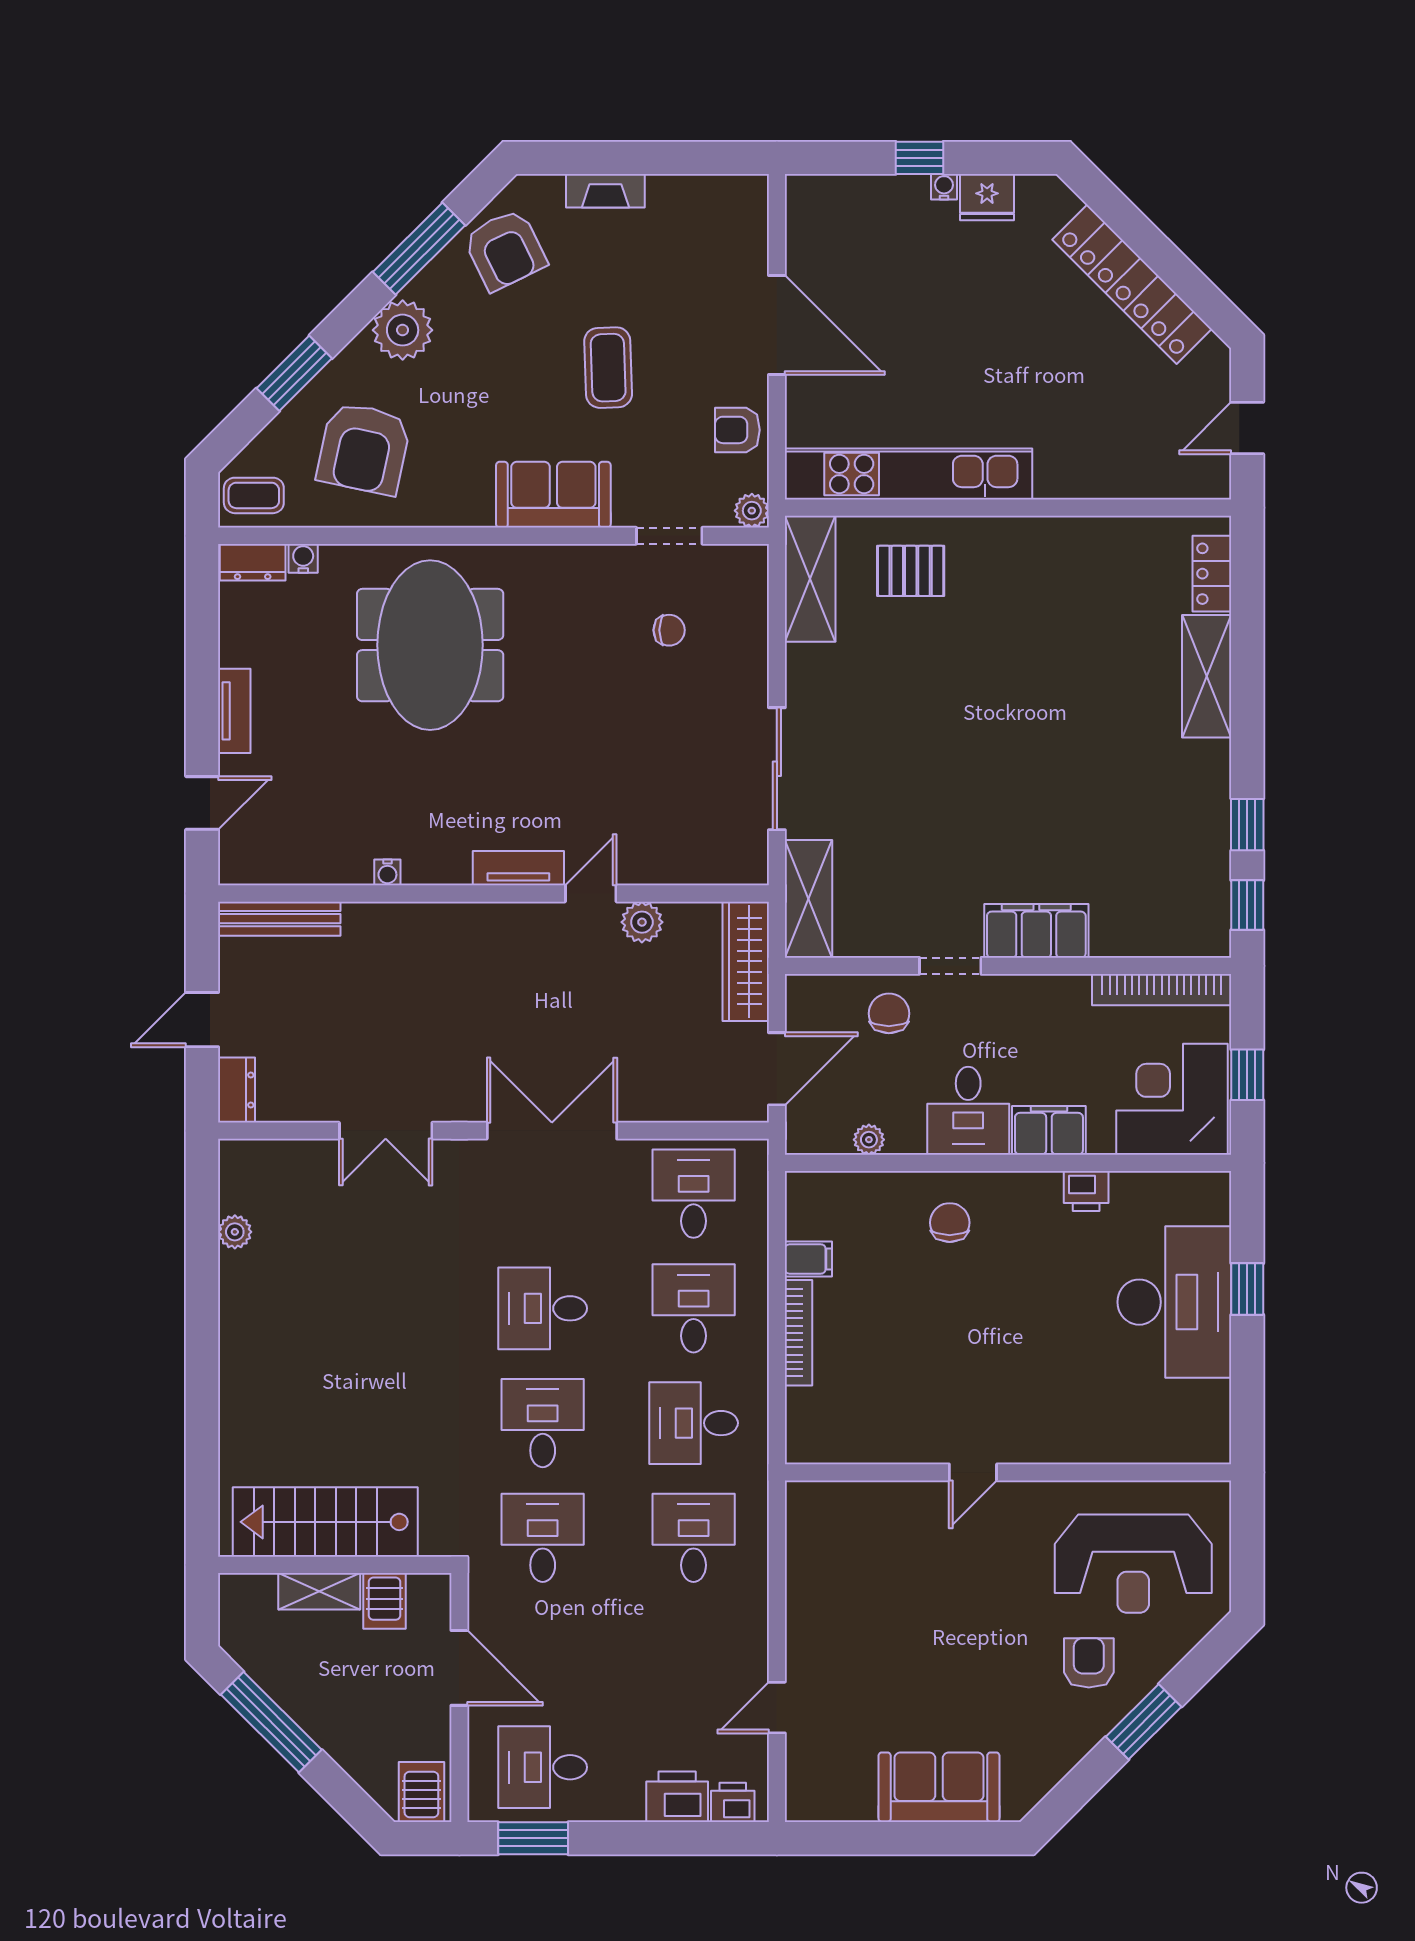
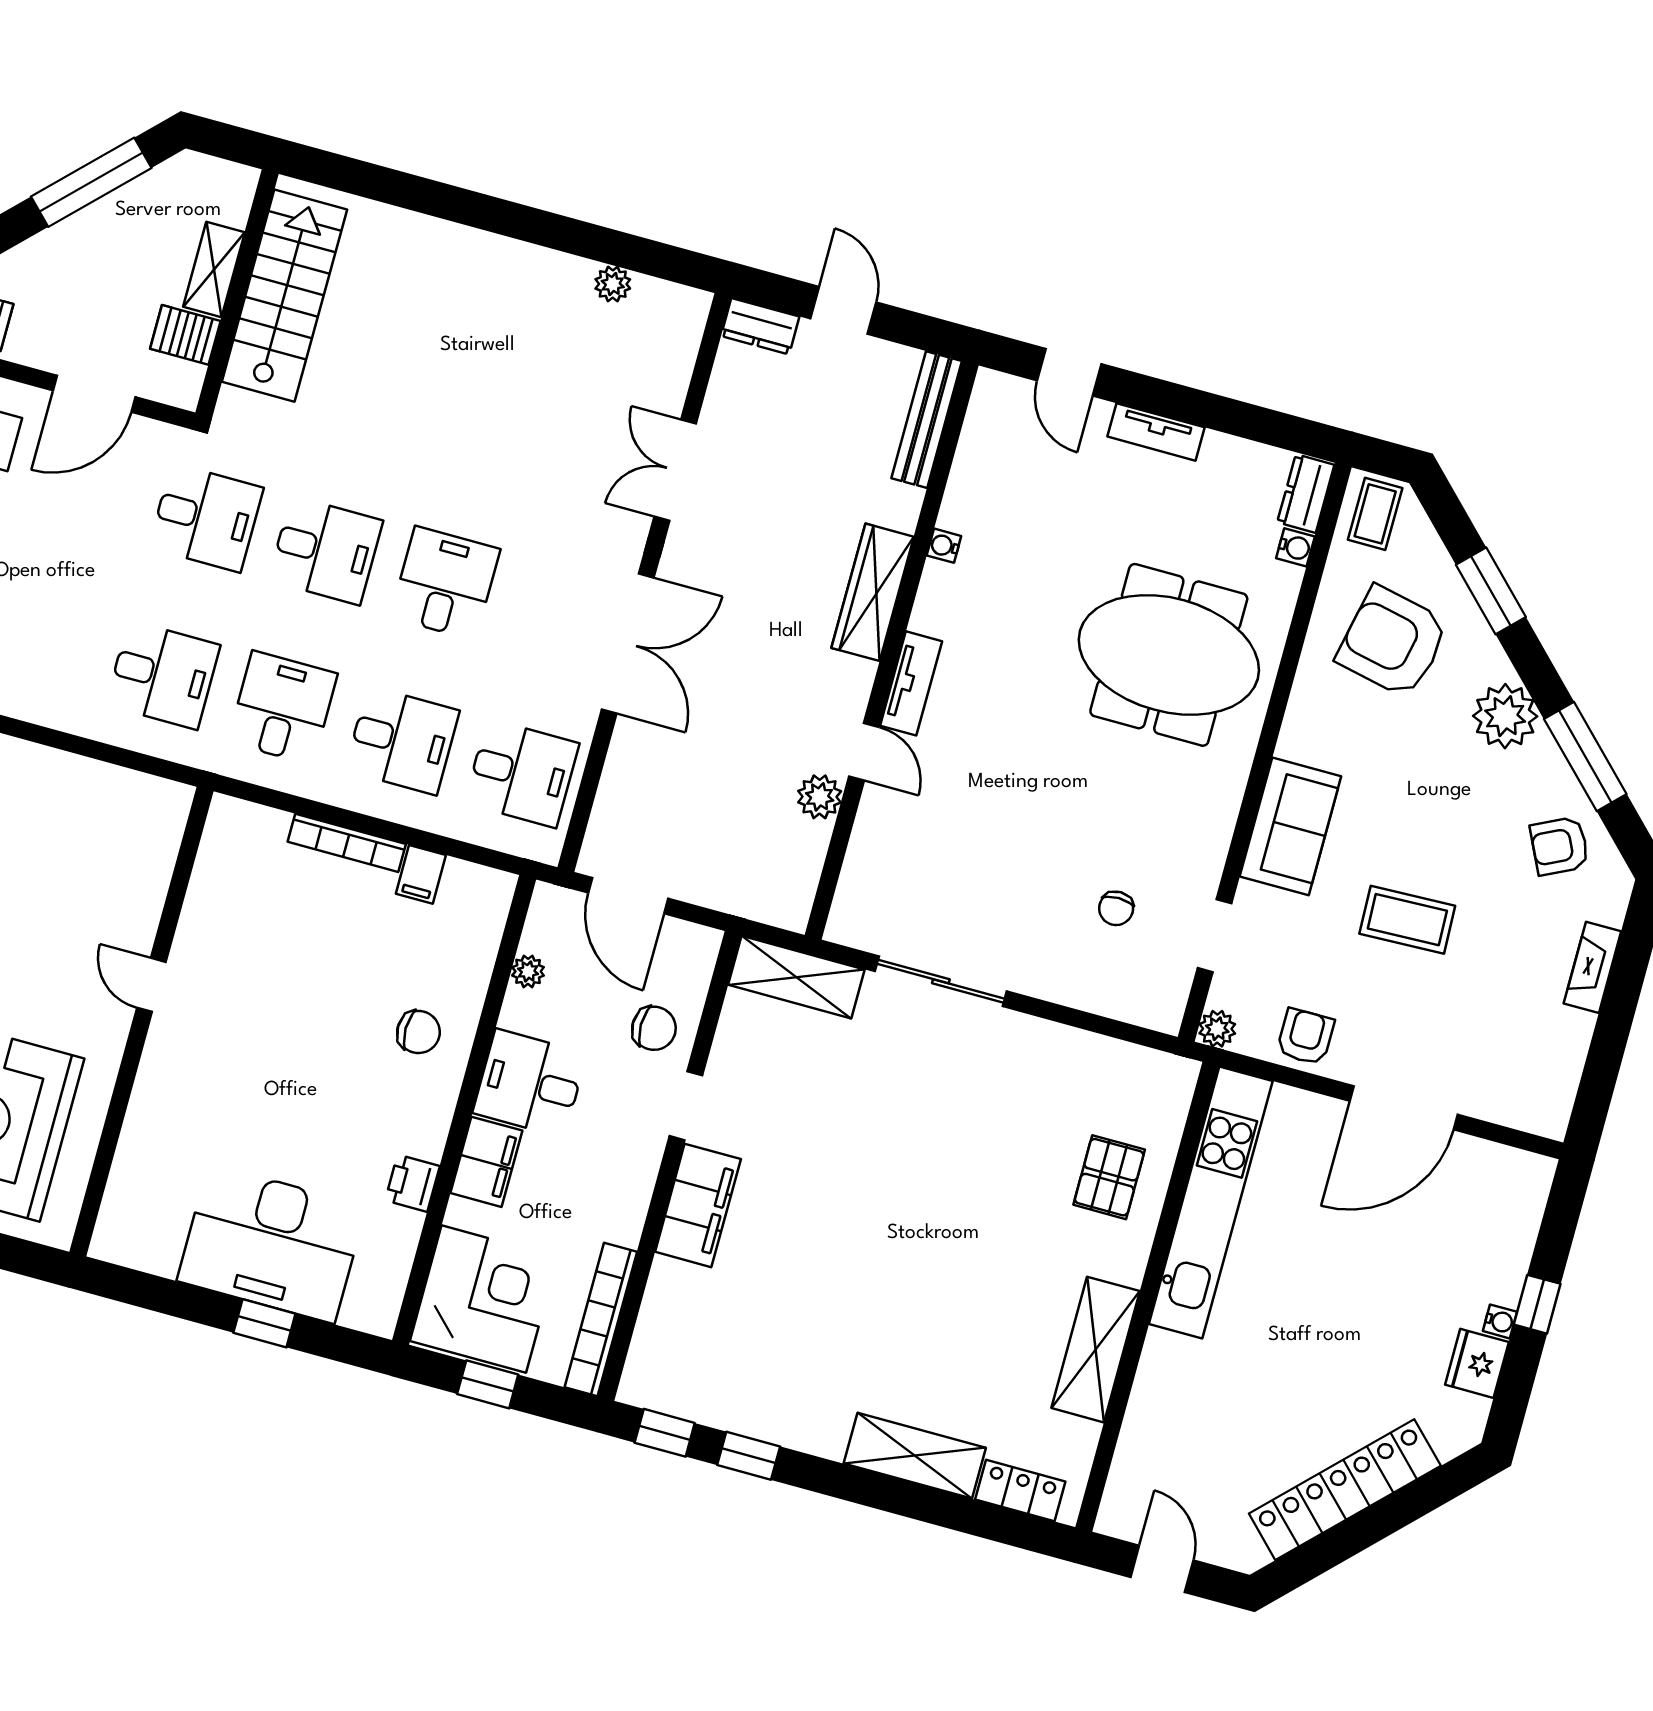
armchair: (505, 250) -> (1560, 846), width x0.72, depth x0.72
shelving: (810, 579) -> (1096, 1350), moved, turned 90
wardrobe: (746, 961) -> (873, 592), moved, turned -90

